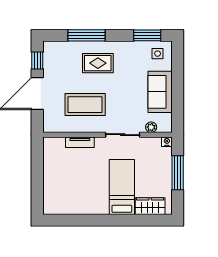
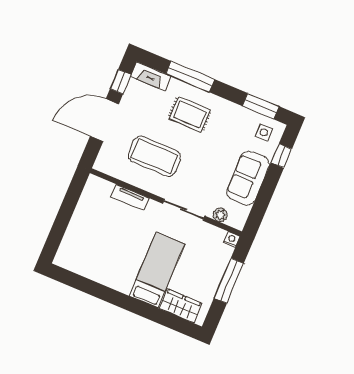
fireplace: (58, 47) -> (151, 76), added
window: (178, 65) -> (281, 156), added

